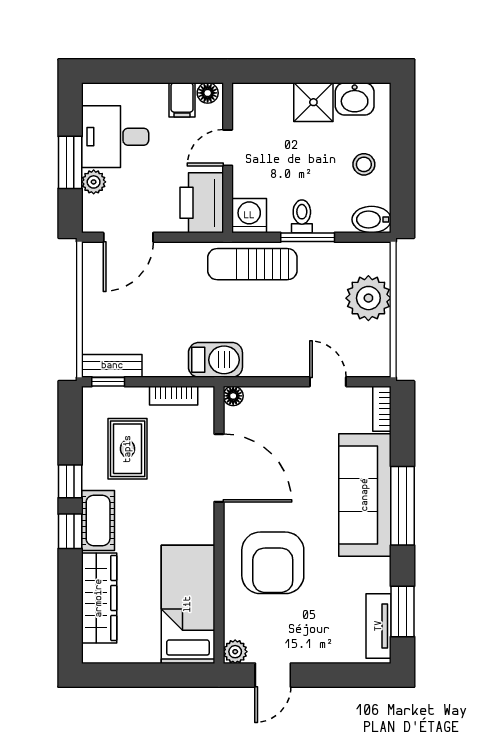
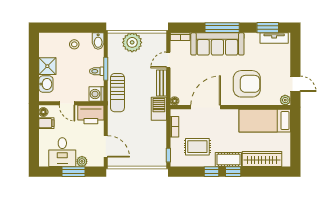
washbasin: (355, 99) -> (46, 84), moved
bench: (112, 366) -> (162, 83), moved

